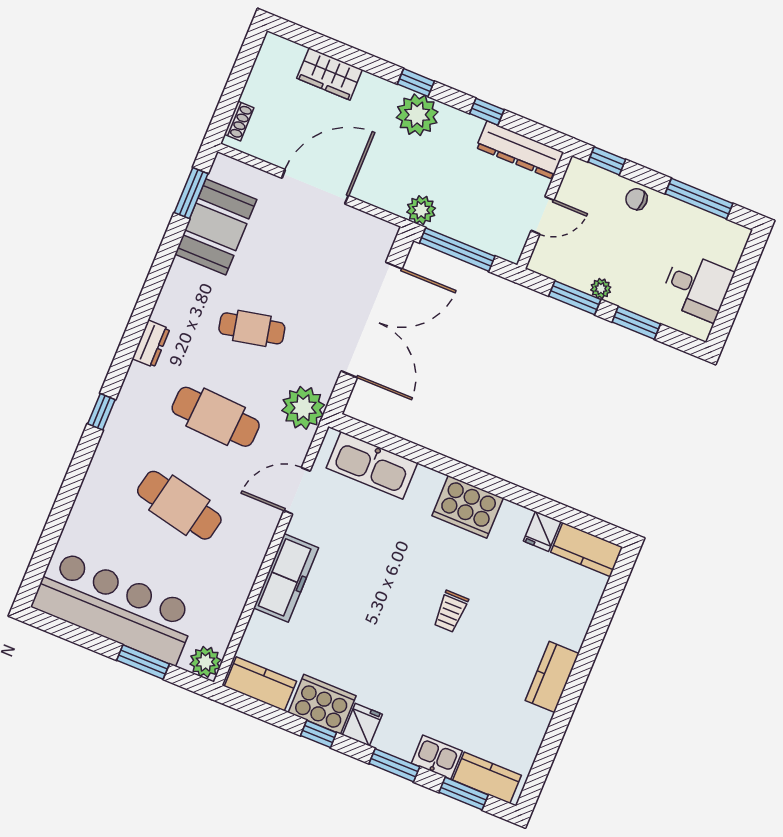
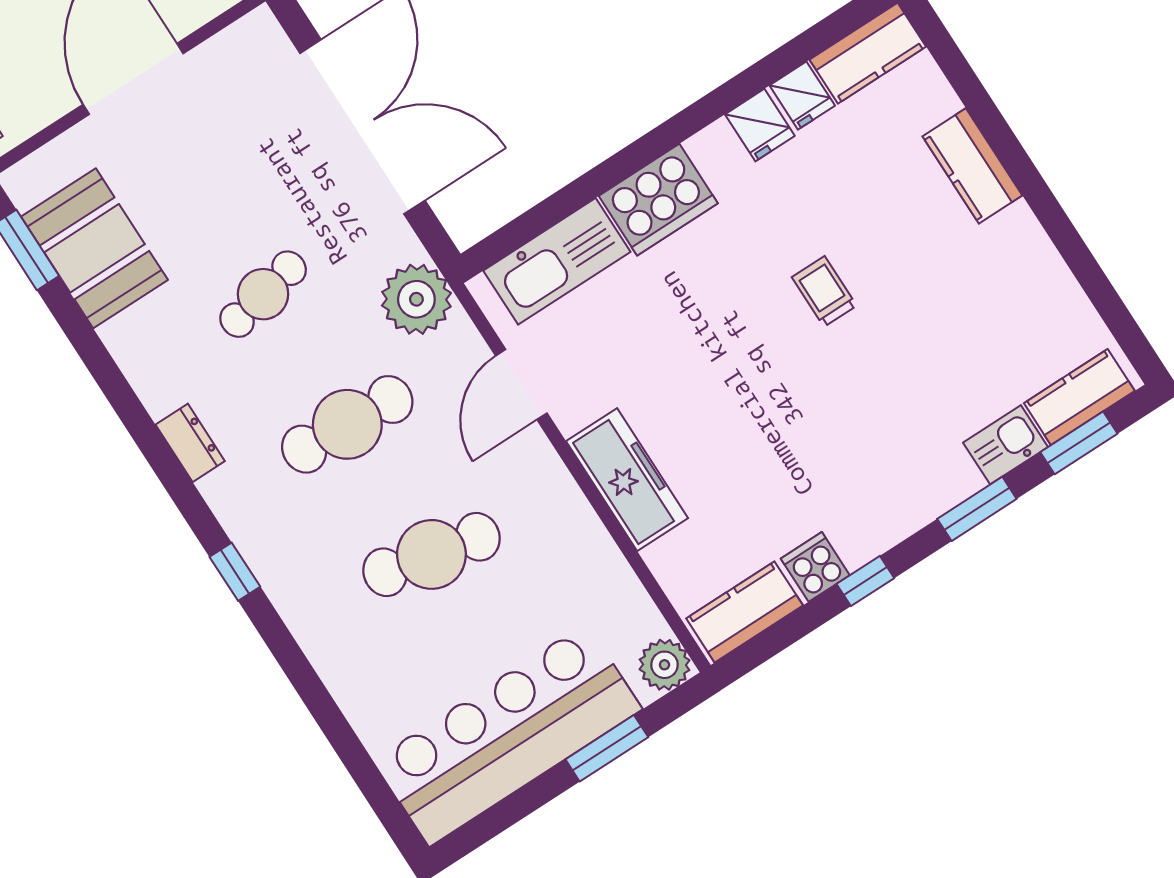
cooker: (468, 507) -> (658, 200), moved
trolley: (451, 611) -> (824, 291), turned 180
kitchen counter: (552, 677) -> (972, 166), moved
cooker: (322, 704) -> (815, 567), width x0.53, depth x0.76
fridge: (362, 725) -> (760, 125), moved, turned 180

